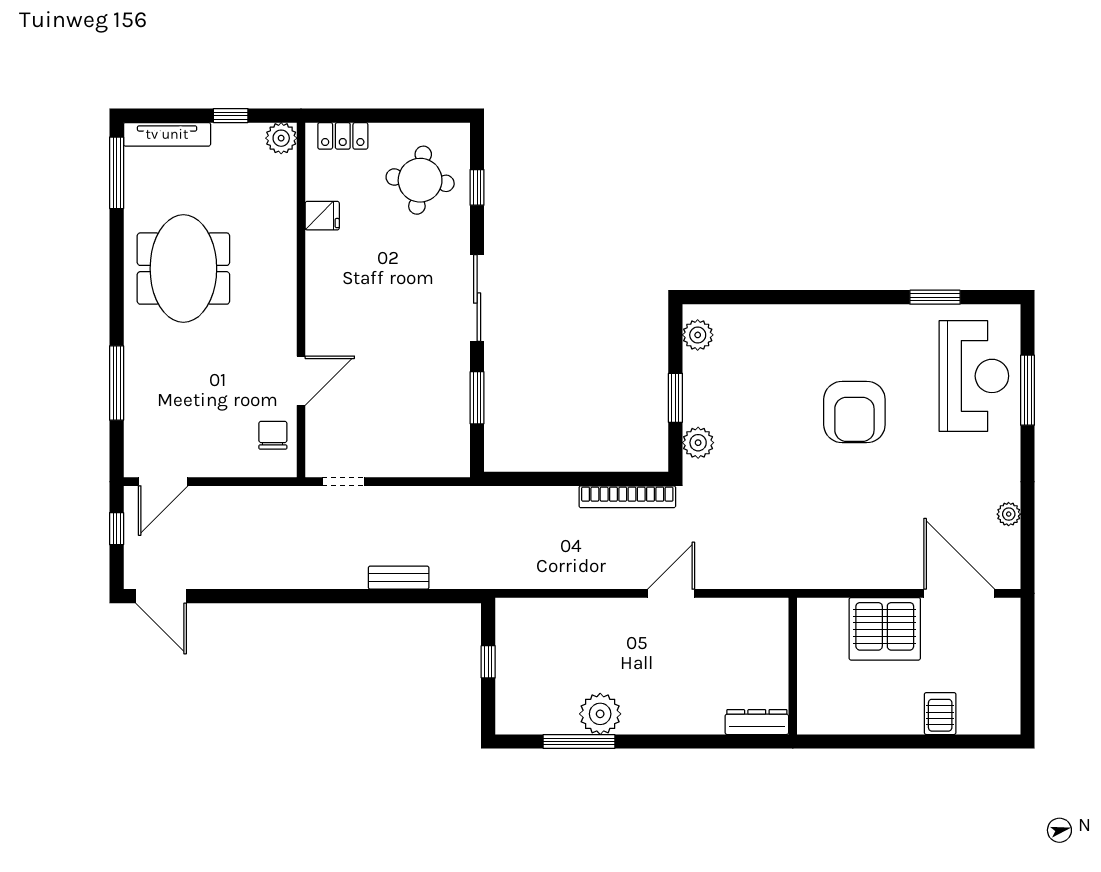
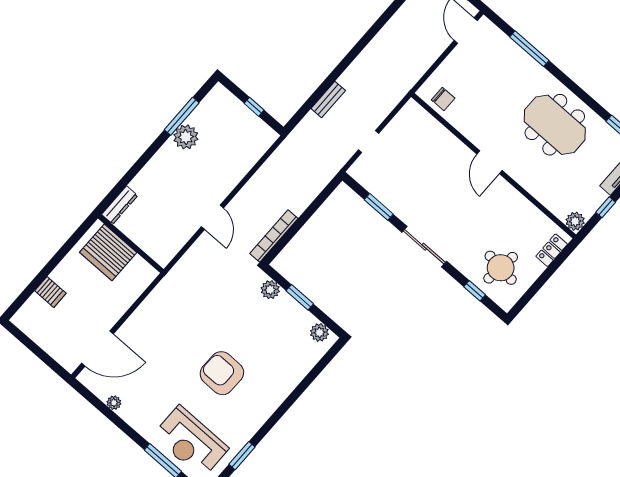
fridge: (322, 216) -> (524, 209), removed
door: (301, 381) -> (490, 162), moved
doorway: (343, 482) -> (369, 142), moved
server rack: (885, 629) -> (108, 252), moved, turned -90

